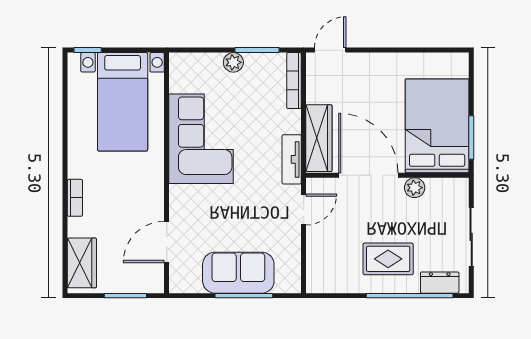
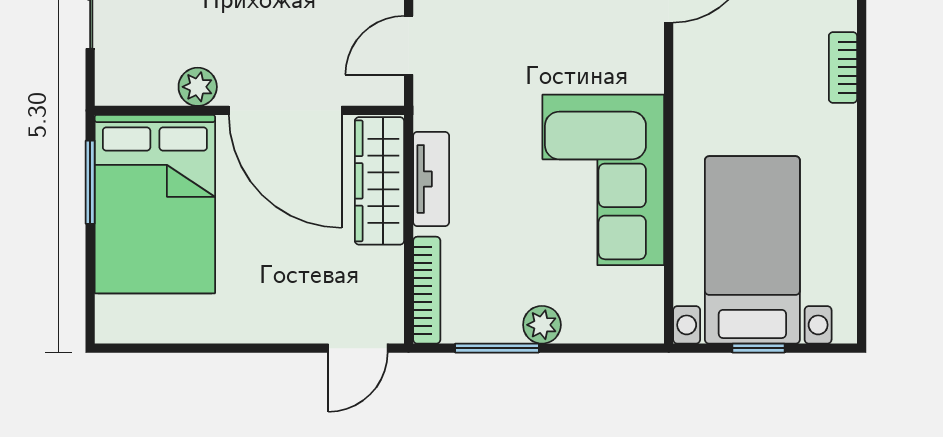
window: (88, 50) -> (759, 348), moved
tv unit: (292, 159) -> (431, 179), moved

